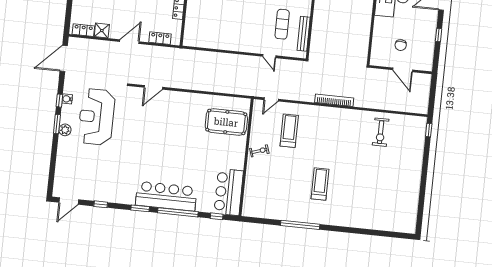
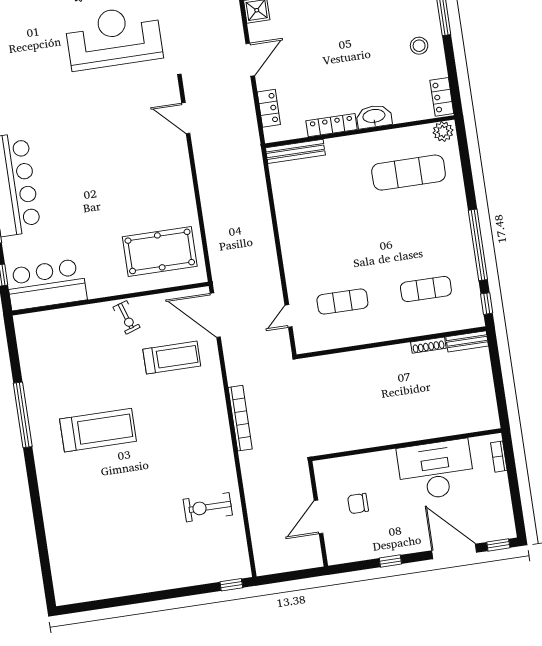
bench: (304, 34) -> (295, 151), moved
door: (129, 42) -> (250, 60), hinge flipped
door: (269, 56) -> (289, 316), moved
door: (271, 99) -> (215, 315), width x1.87
pool table: (226, 122) -> (160, 251), turned 90
treadmill: (320, 184) -> (98, 430), width x1.37, depth x1.38

